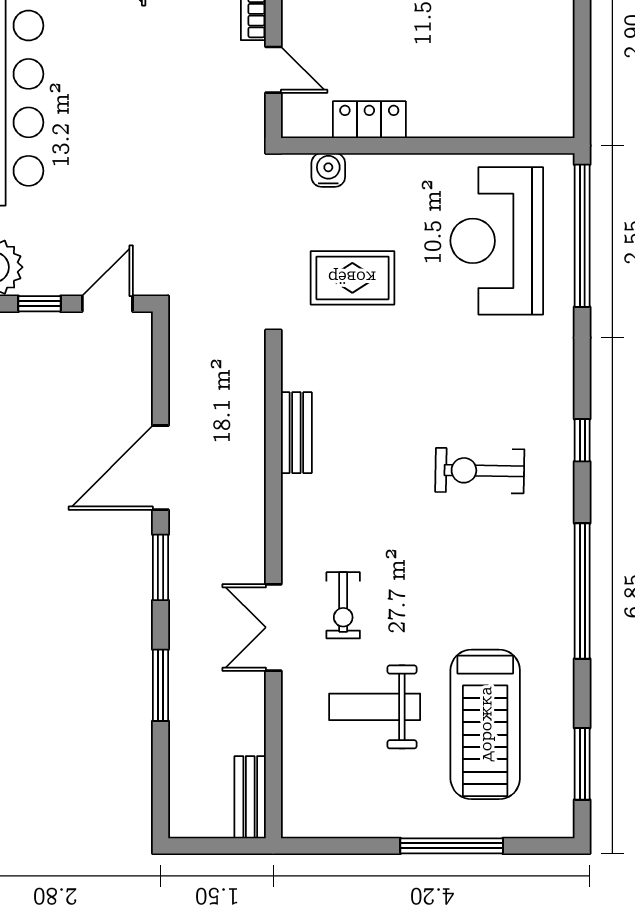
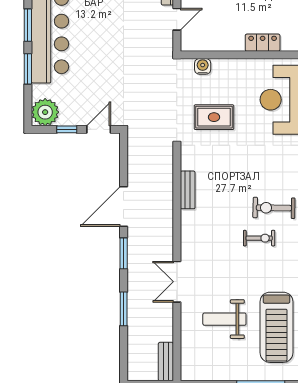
door: (273, 70) -> (177, 19), hinge flipped
locker: (369, 120) -> (263, 43), moved
exercise bike: (343, 605) -> (259, 238), moved, turned -90

